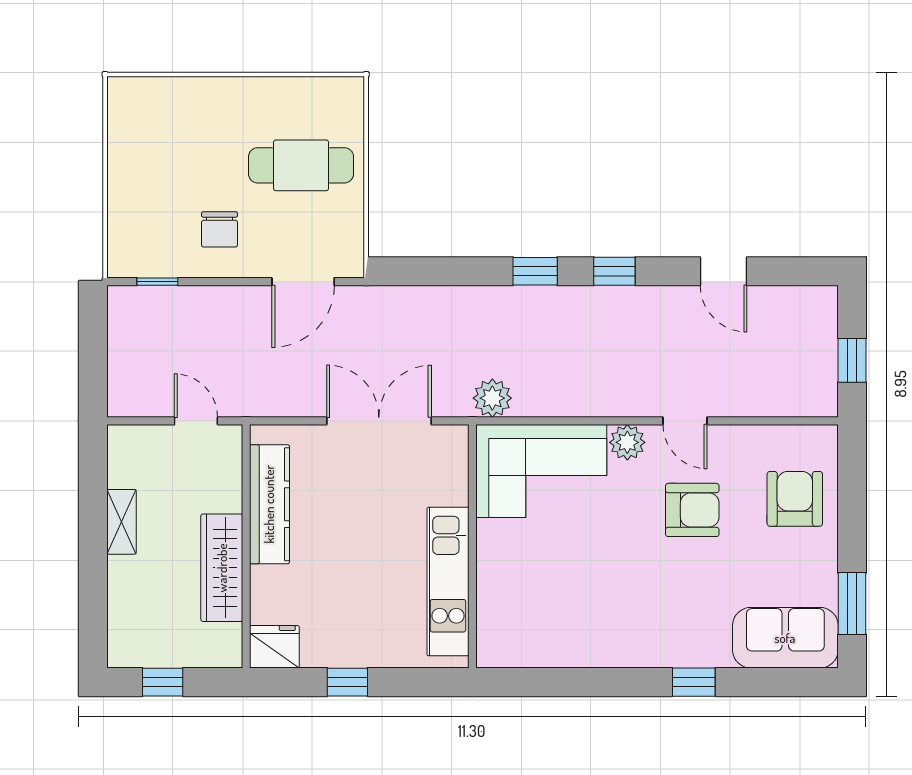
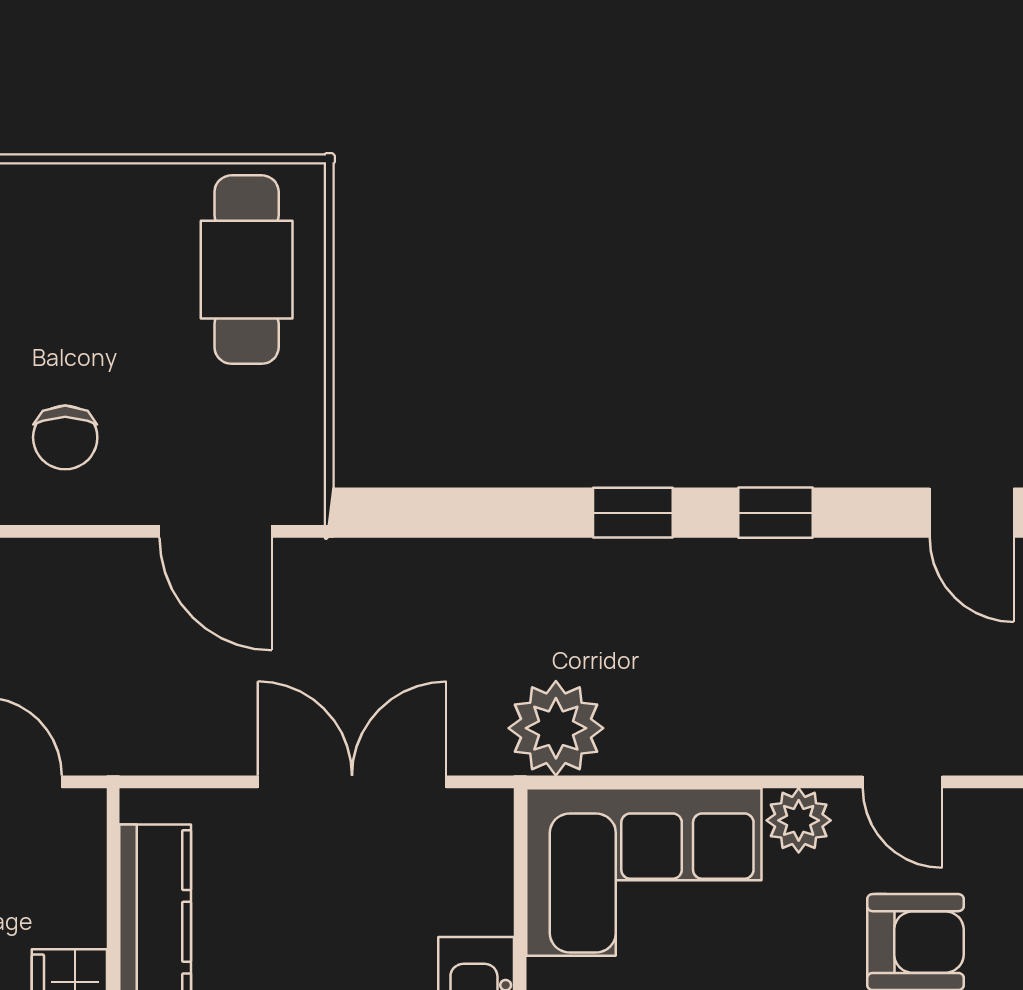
cafe table: (301, 165) -> (247, 270), moved, turned 90
door: (303, 282) -> (216, 531), hinge flipped
plant: (492, 398) -> (556, 728), width x1.36, depth x1.36

